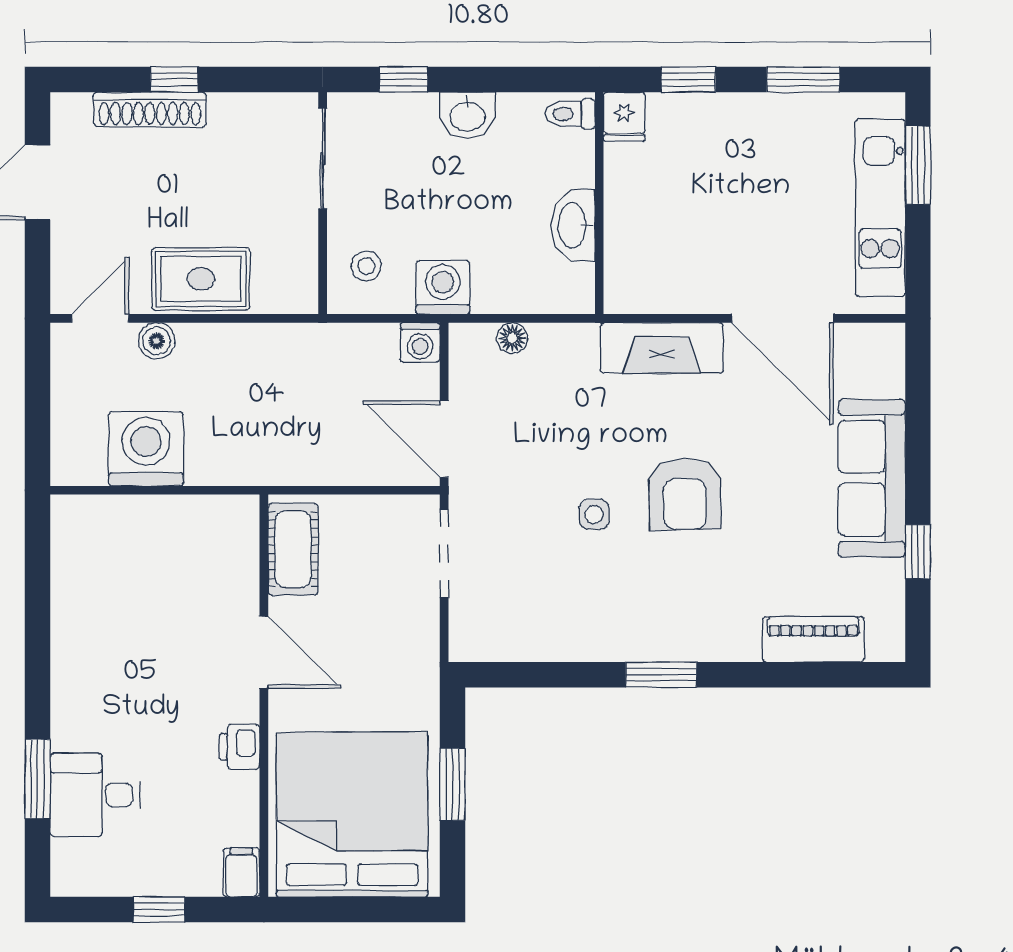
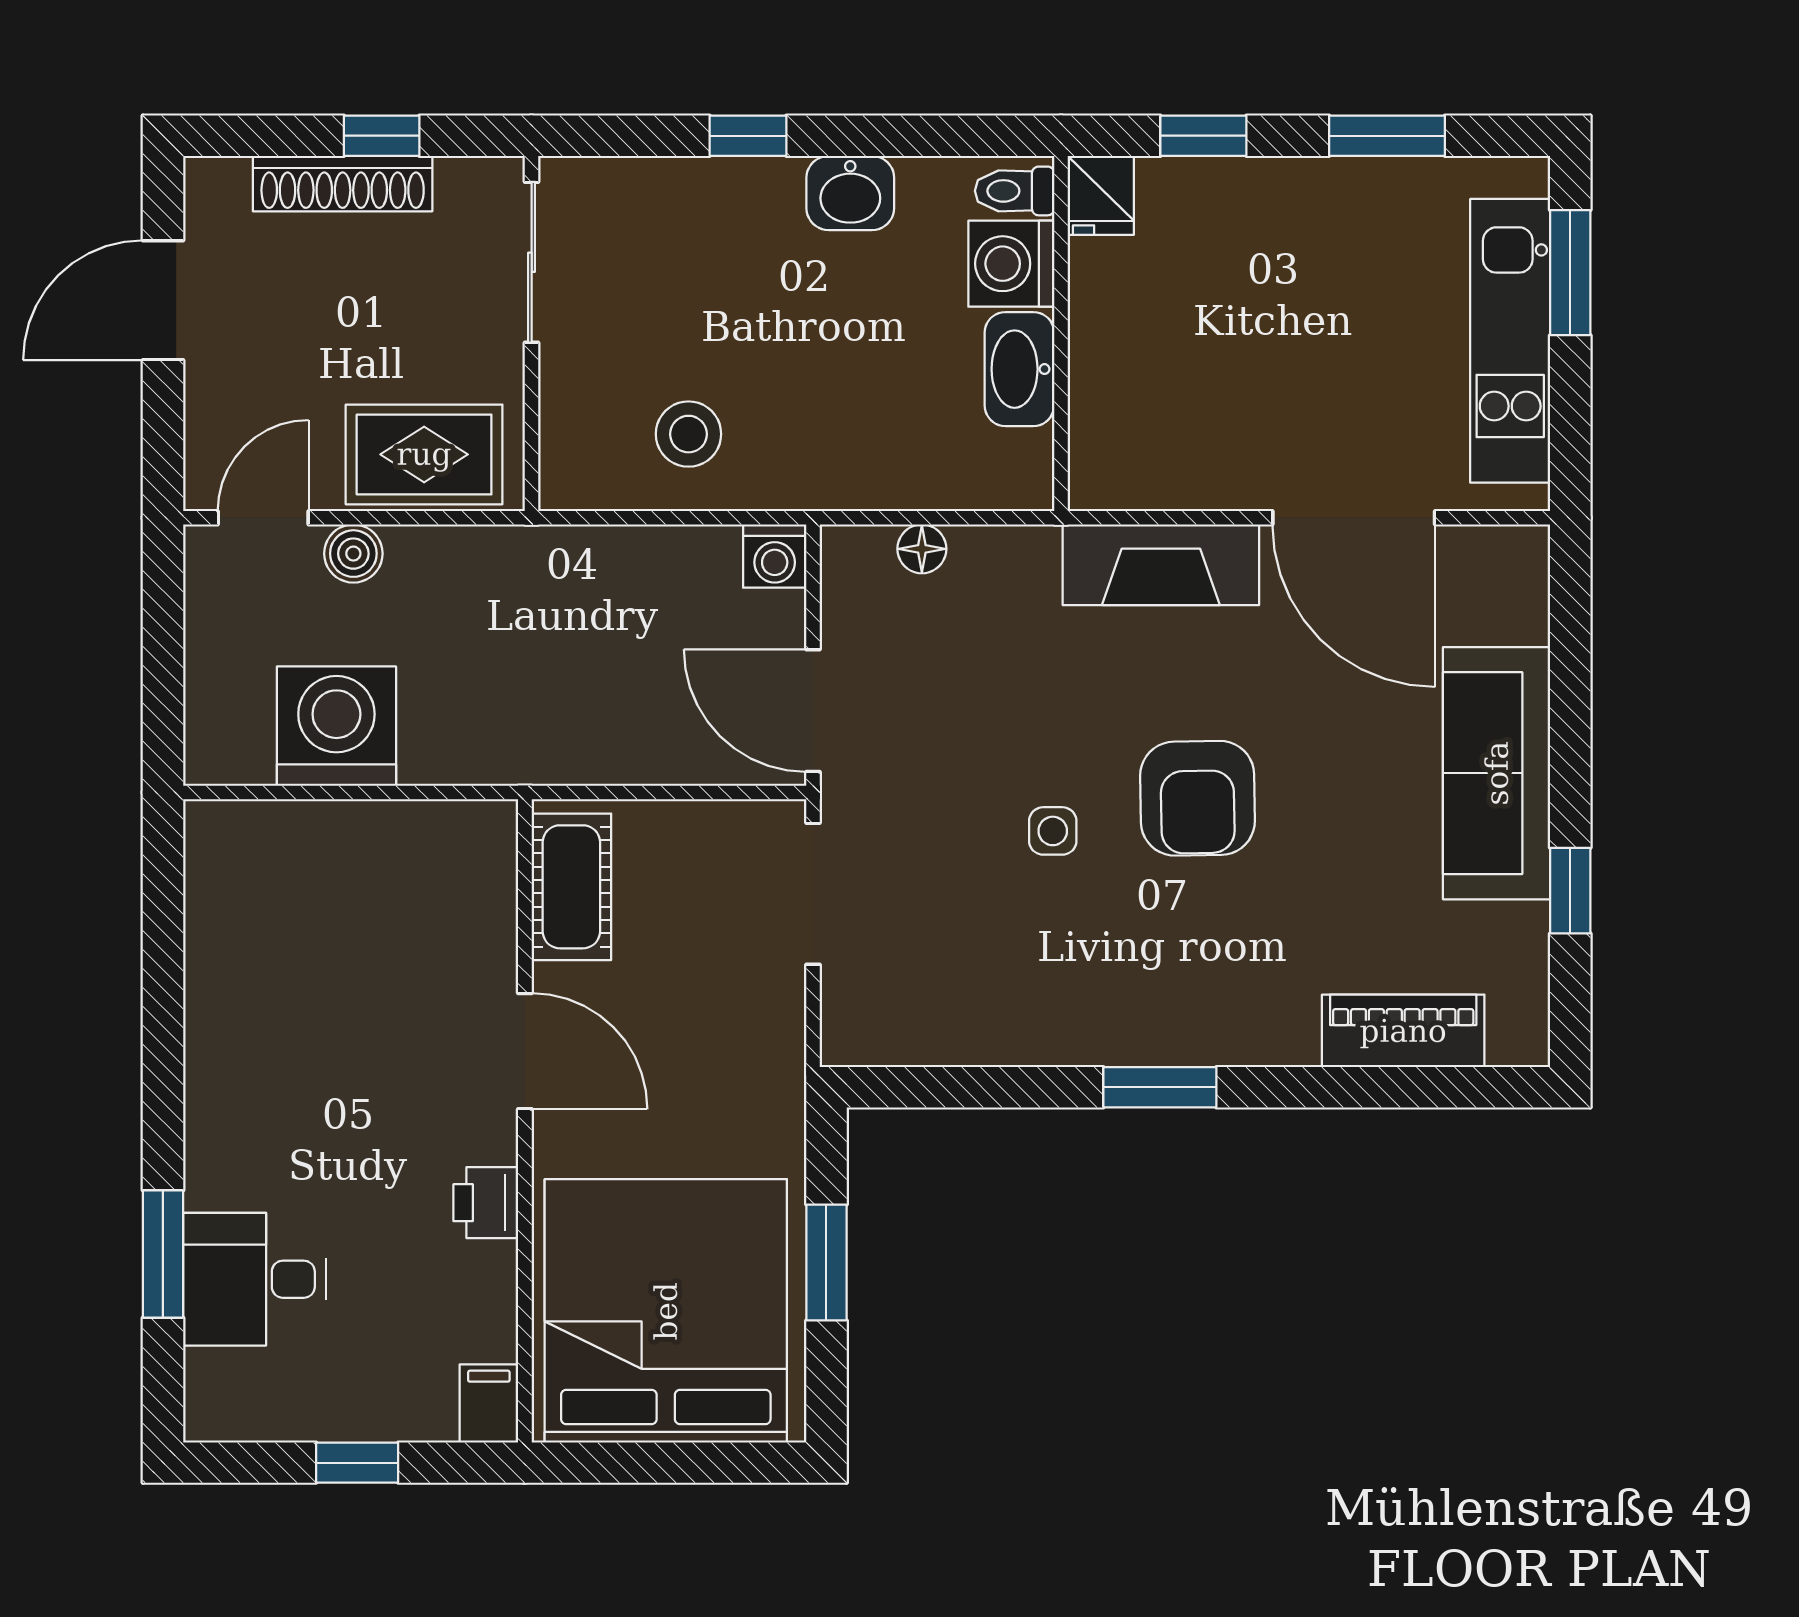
sliding door: (323, 159) -> (532, 262), moved
wall: (323, 203) -> (532, 333), moved
stool: (366, 266) -> (688, 434), width x1.37, depth x1.37
washing machine: (443, 287) -> (1011, 264), moved, turned -90

